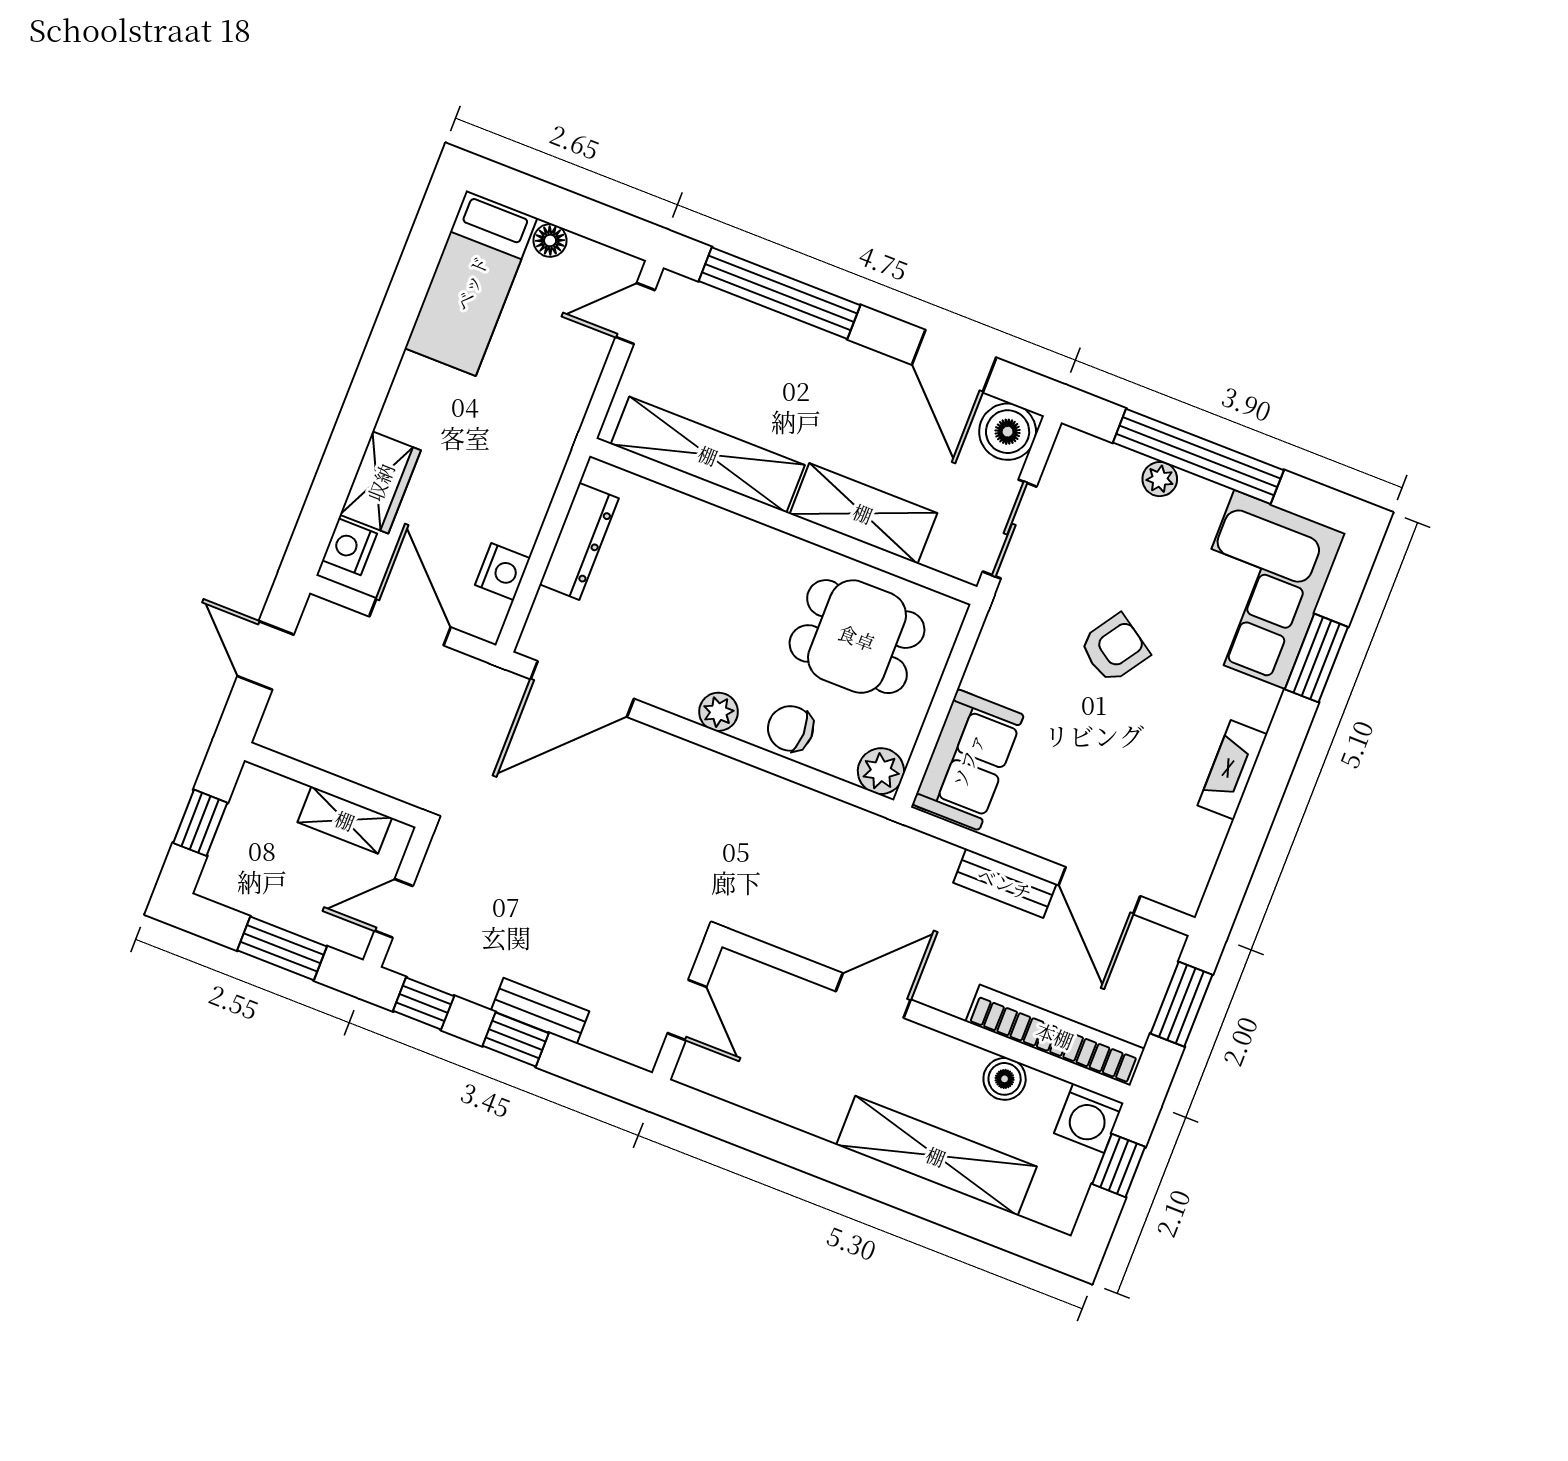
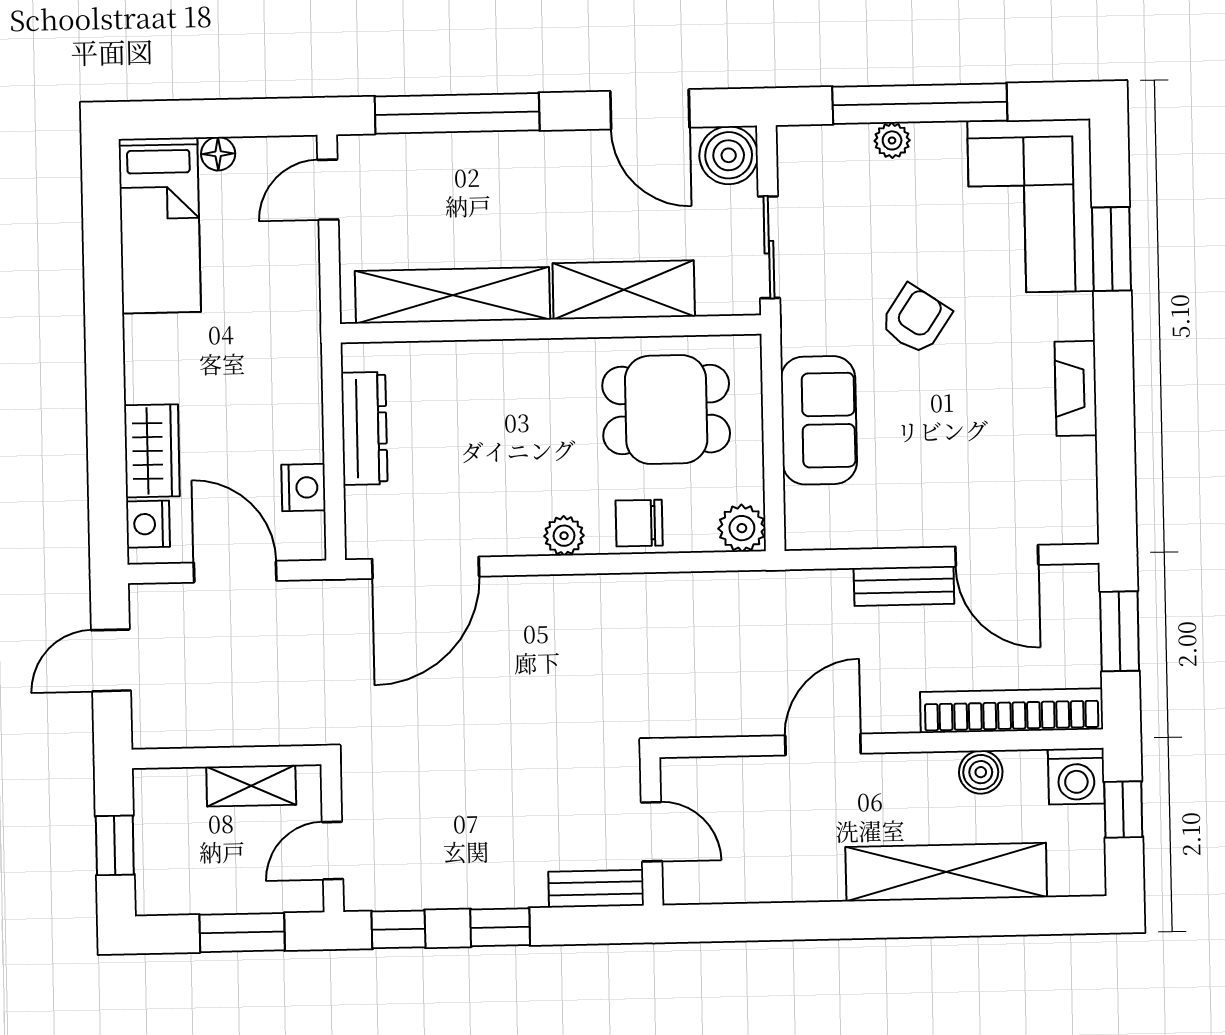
door: (266, 655) -> (111, 660), hinge flipped
sofa: (968, 760) -> (819, 420), moved
bench: (540, 1011) -> (596, 889), moved

